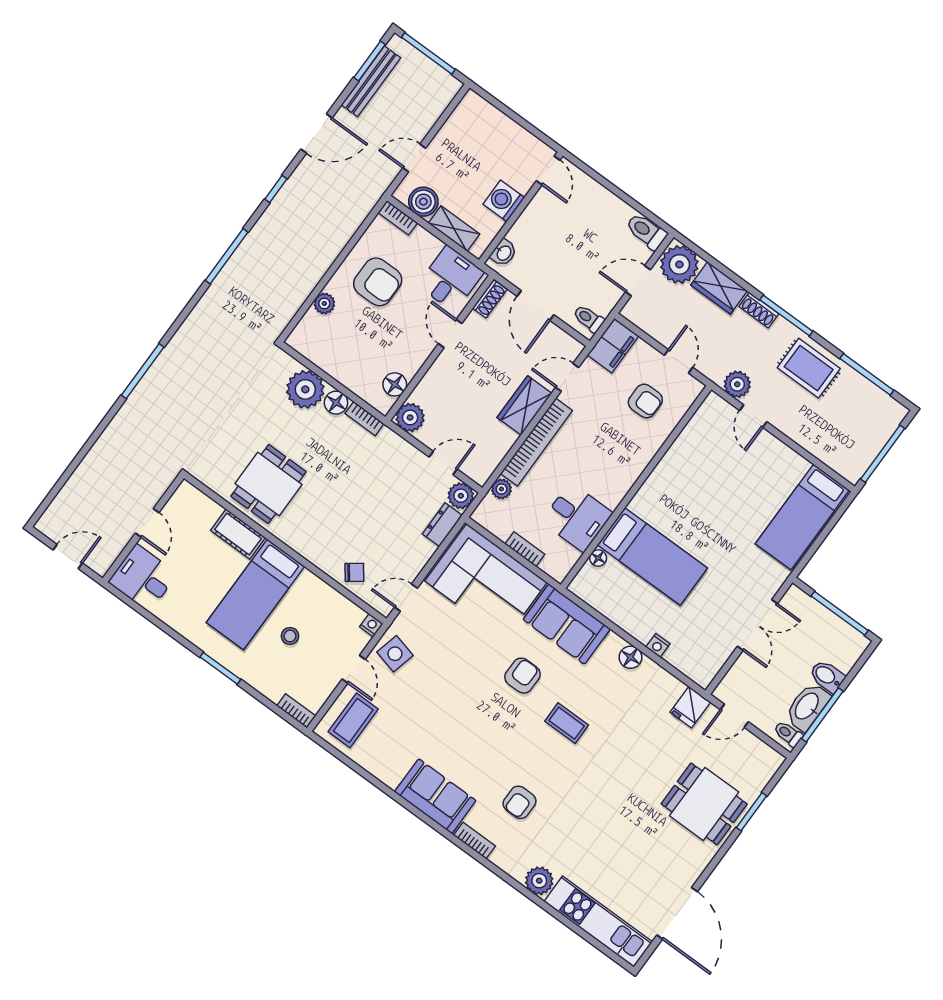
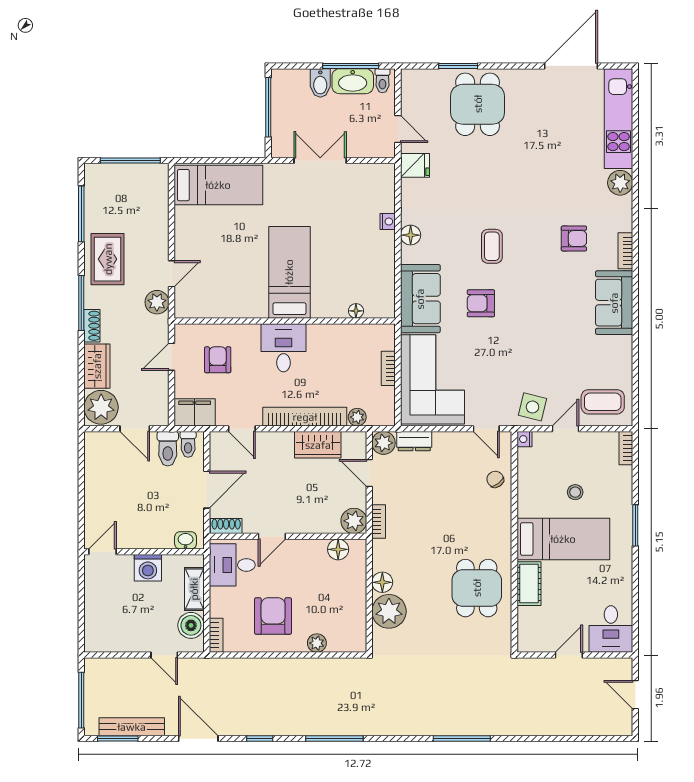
toilet: (646, 231) -> (168, 449), moved
wardrobe: (524, 405) -> (318, 445), moved
bookcase: (365, 419) -> (379, 521), moved
dining table: (268, 484) -> (477, 588), turned 90
desk: (577, 517) -> (283, 348), moved
bed: (653, 556) -> (289, 272), moved

